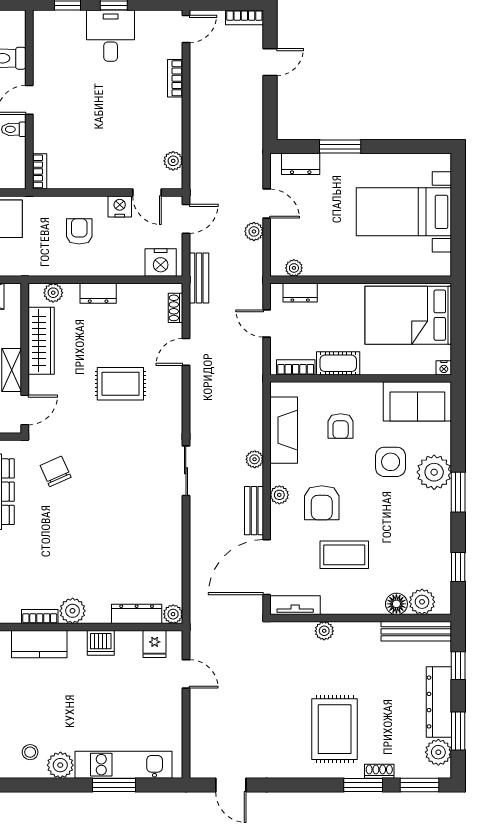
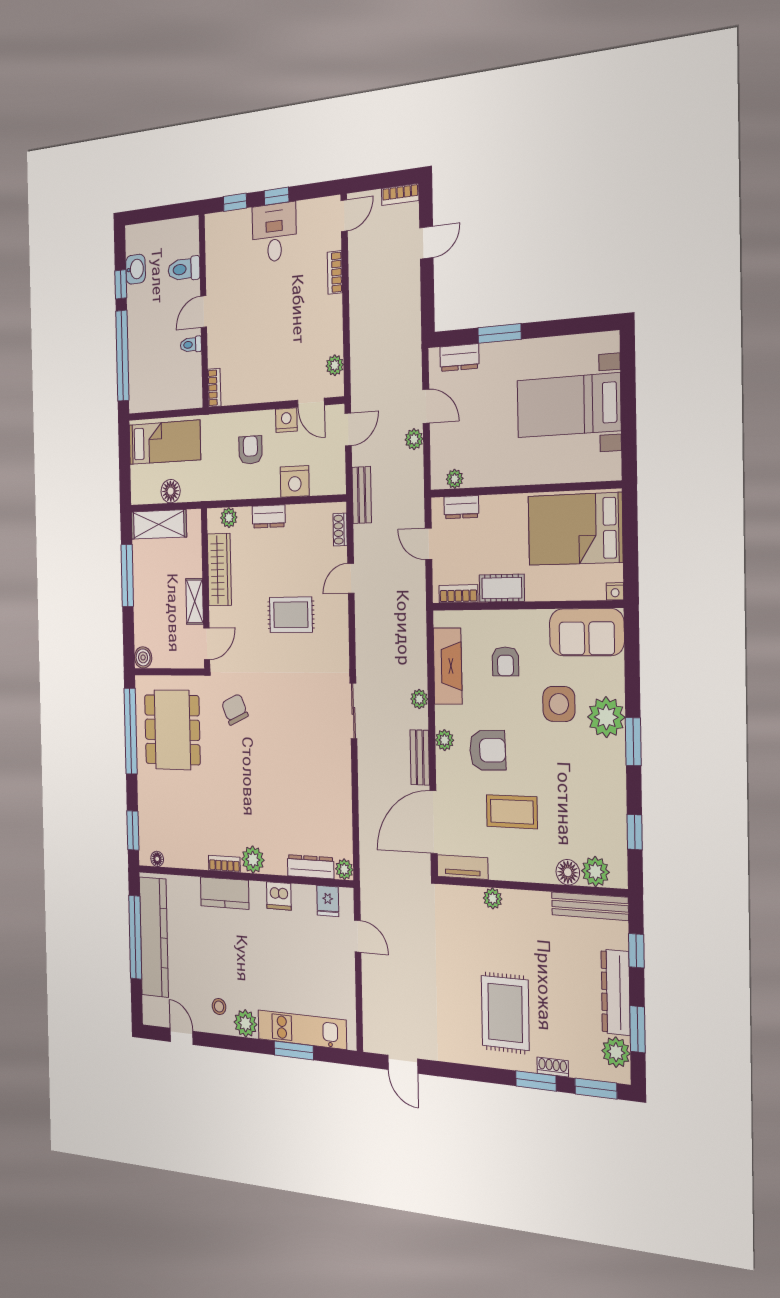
nightstand: (161, 263) -> (295, 481), moved
armchair: (322, 503) -> (488, 750), turned -92

